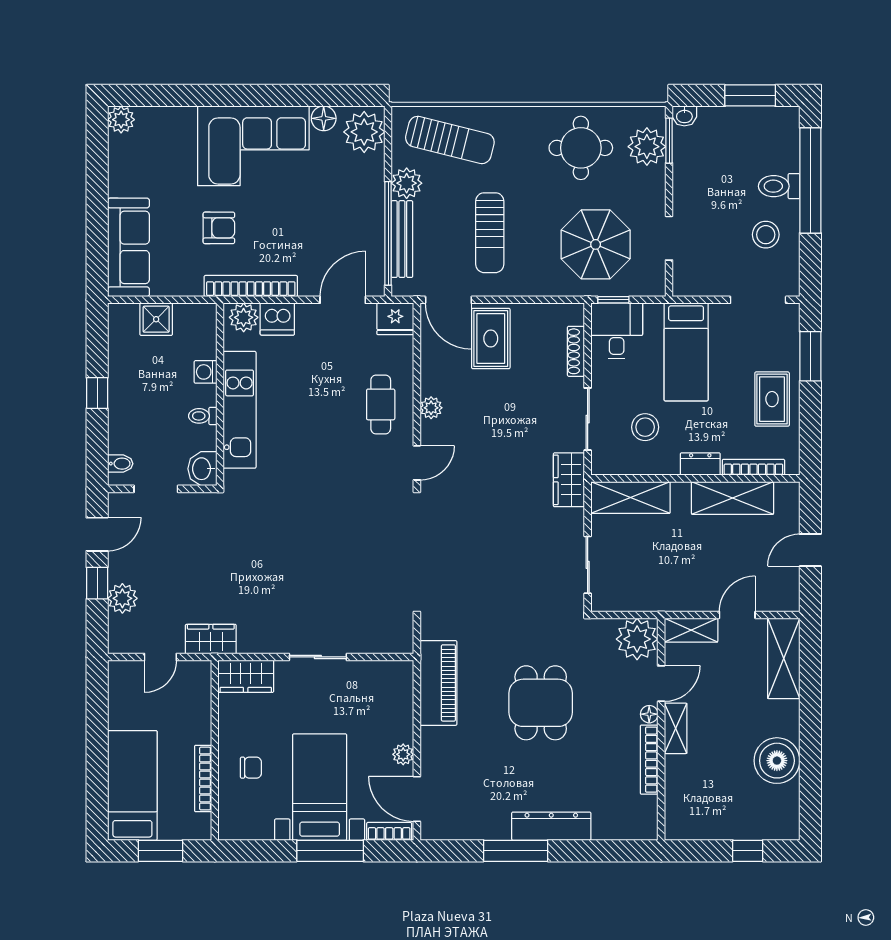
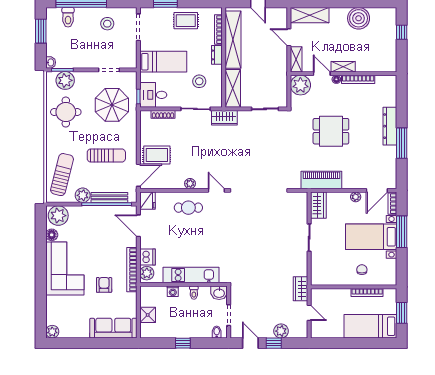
toilet: (779, 186) -> (68, 17), moved
shelving: (733, 498) -> (233, 40), width x1.47
wardrobe: (246, 676) -> (318, 205), moved

